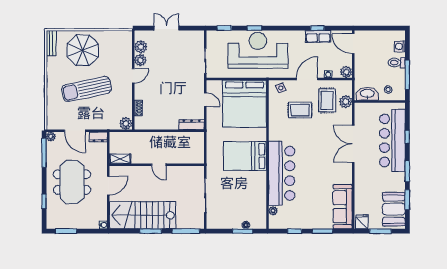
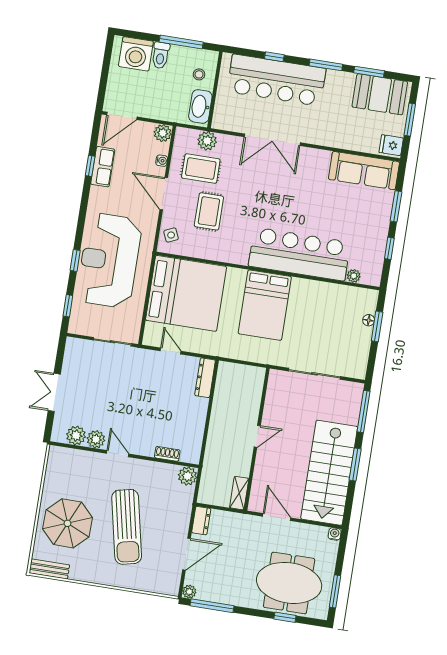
washing machine: (400, 46) -> (136, 54), width x1.89, depth x1.89
door: (205, 100) -> (171, 351), hinge flipped
meeting table: (72, 182) -> (289, 583), moved

